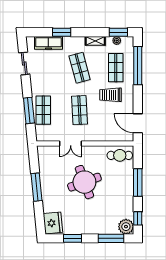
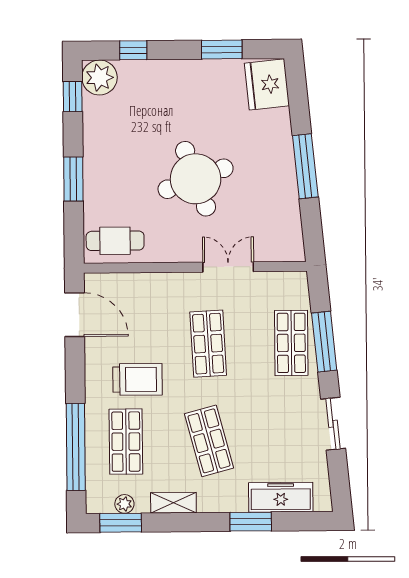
sliding door: (24, 63) -> (333, 424), moved
window: (138, 182) -> (73, 179), width x0.69
window: (111, 238) -> (133, 50), width x0.46

